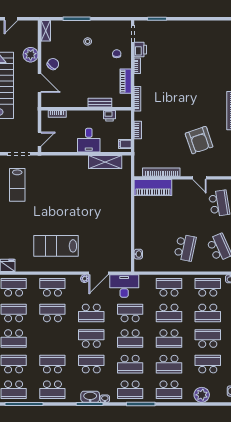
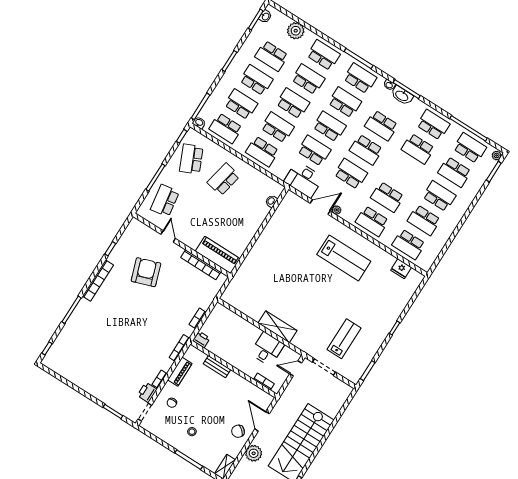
printer: (110, 116) -> (201, 340), moved
desk: (89, 140) -> (267, 349), moved
filing cabinet: (125, 144) -> (218, 313), removed
shelving: (105, 162) -> (278, 327), moved
school desk: (130, 313) -> (314, 151), turned 180
school desk: (208, 339) -> (256, 80), turned 180

